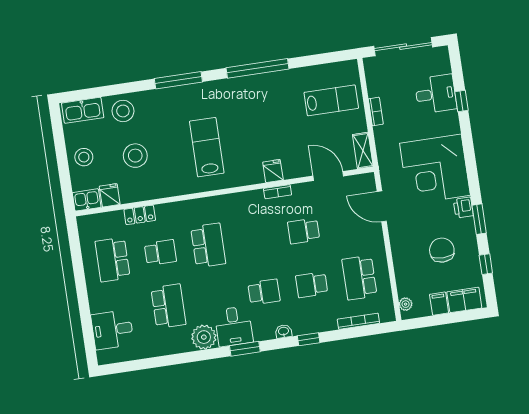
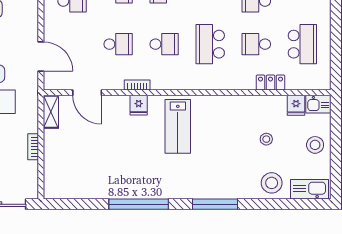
lab bench: (331, 100) -> (74, 164), removed
lab bench: (207, 147) -> (178, 126), moved
stool: (135, 156) -> (266, 139), width x0.53, depth x0.53
school desk: (256, 238) -> (164, 44), added

